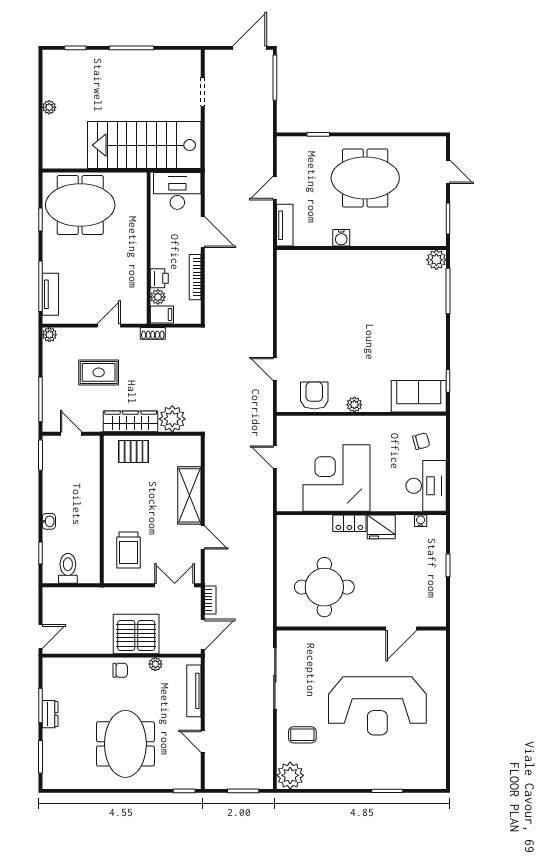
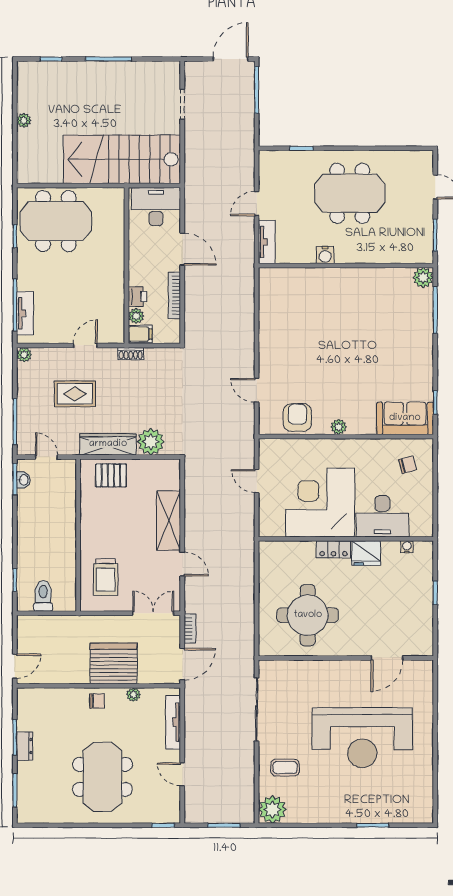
desk: (426, 486) -> (382, 516), moved, turned 90
washbasin: (49, 521) -> (23, 480), moved

